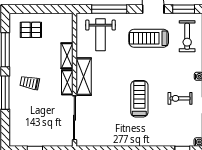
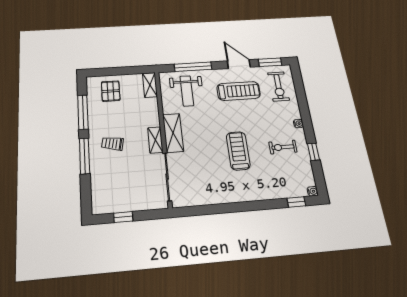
pallet: (31, 30) -> (111, 91), turned 90
treadmill: (149, 38) -> (239, 91), turned 180
shelving: (67, 56) -> (150, 85), moved

